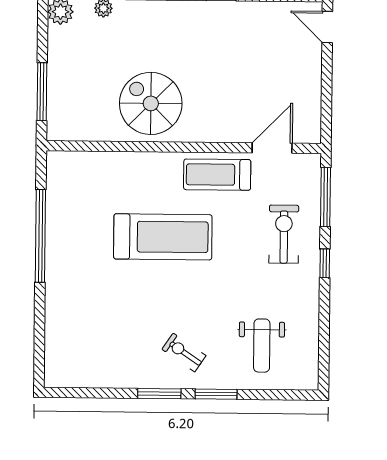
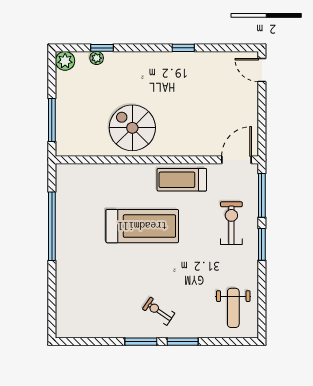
door: (272, 148) -> (237, 160), moved
window: (325, 263) -> (262, 244), width x1.50
weight bench: (262, 346) -> (233, 308), moved

